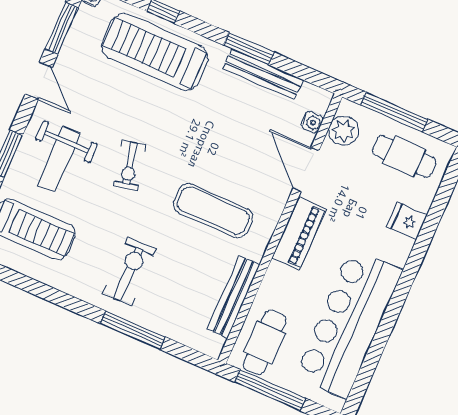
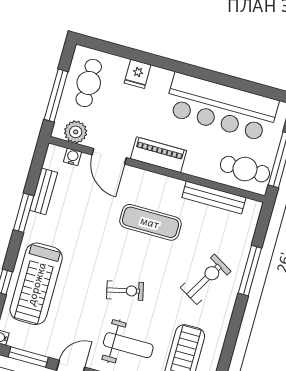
bench: (263, 74) -> (44, 191), width x0.73
door: (306, 169) -> (109, 156), hinge flipped
exercise mat: (213, 211) -> (150, 222), turned 90
exercise bike: (129, 271) -> (206, 279), turned 120

